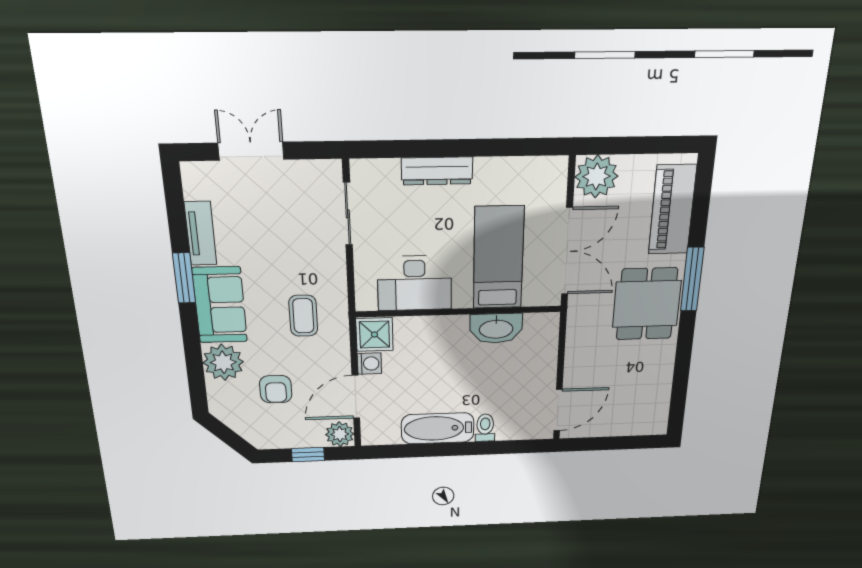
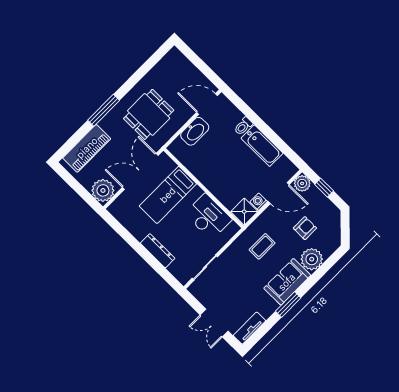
tv unit: (201, 233) -> (250, 328), moved
dining table: (647, 304) -> (149, 114), moved
washbasin: (496, 328) -> (195, 131), moved, turned 90

